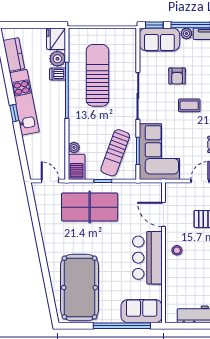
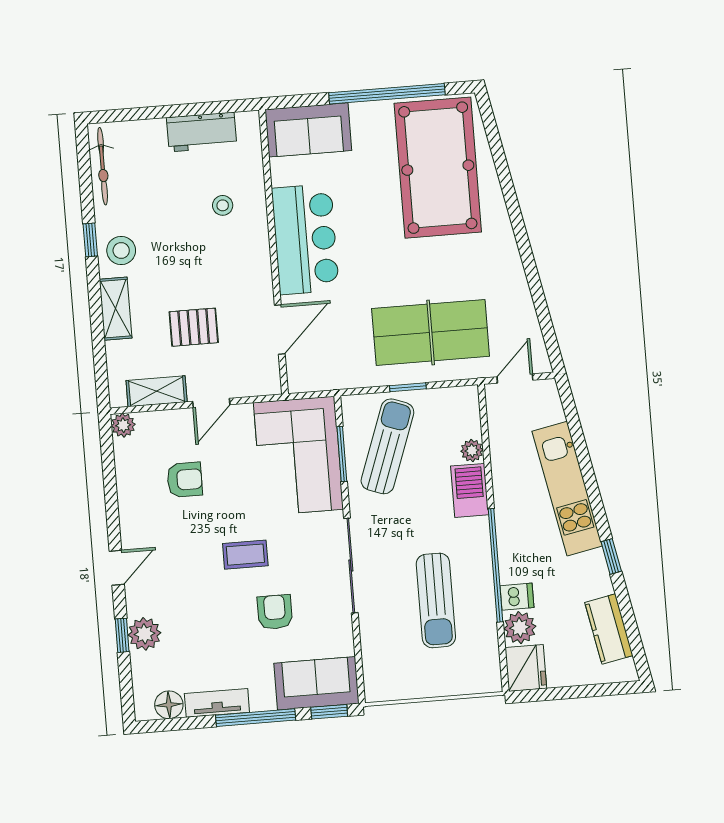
plant: (186, 34) -> (263, 700), removed
sun lounger: (98, 75) -> (436, 600), width x0.73, depth x0.75
kitchen unit: (24, 102) -> (567, 489), moved
window: (14, 113) -> (611, 556), moved
barbecue: (77, 167) -> (470, 490), moved
door: (50, 181) -> (515, 379), swing flipped
door: (163, 214) -> (280, 329), hinge flipped
stool: (177, 250) -> (223, 205), moved
window: (122, 326) -> (387, 94), moved

